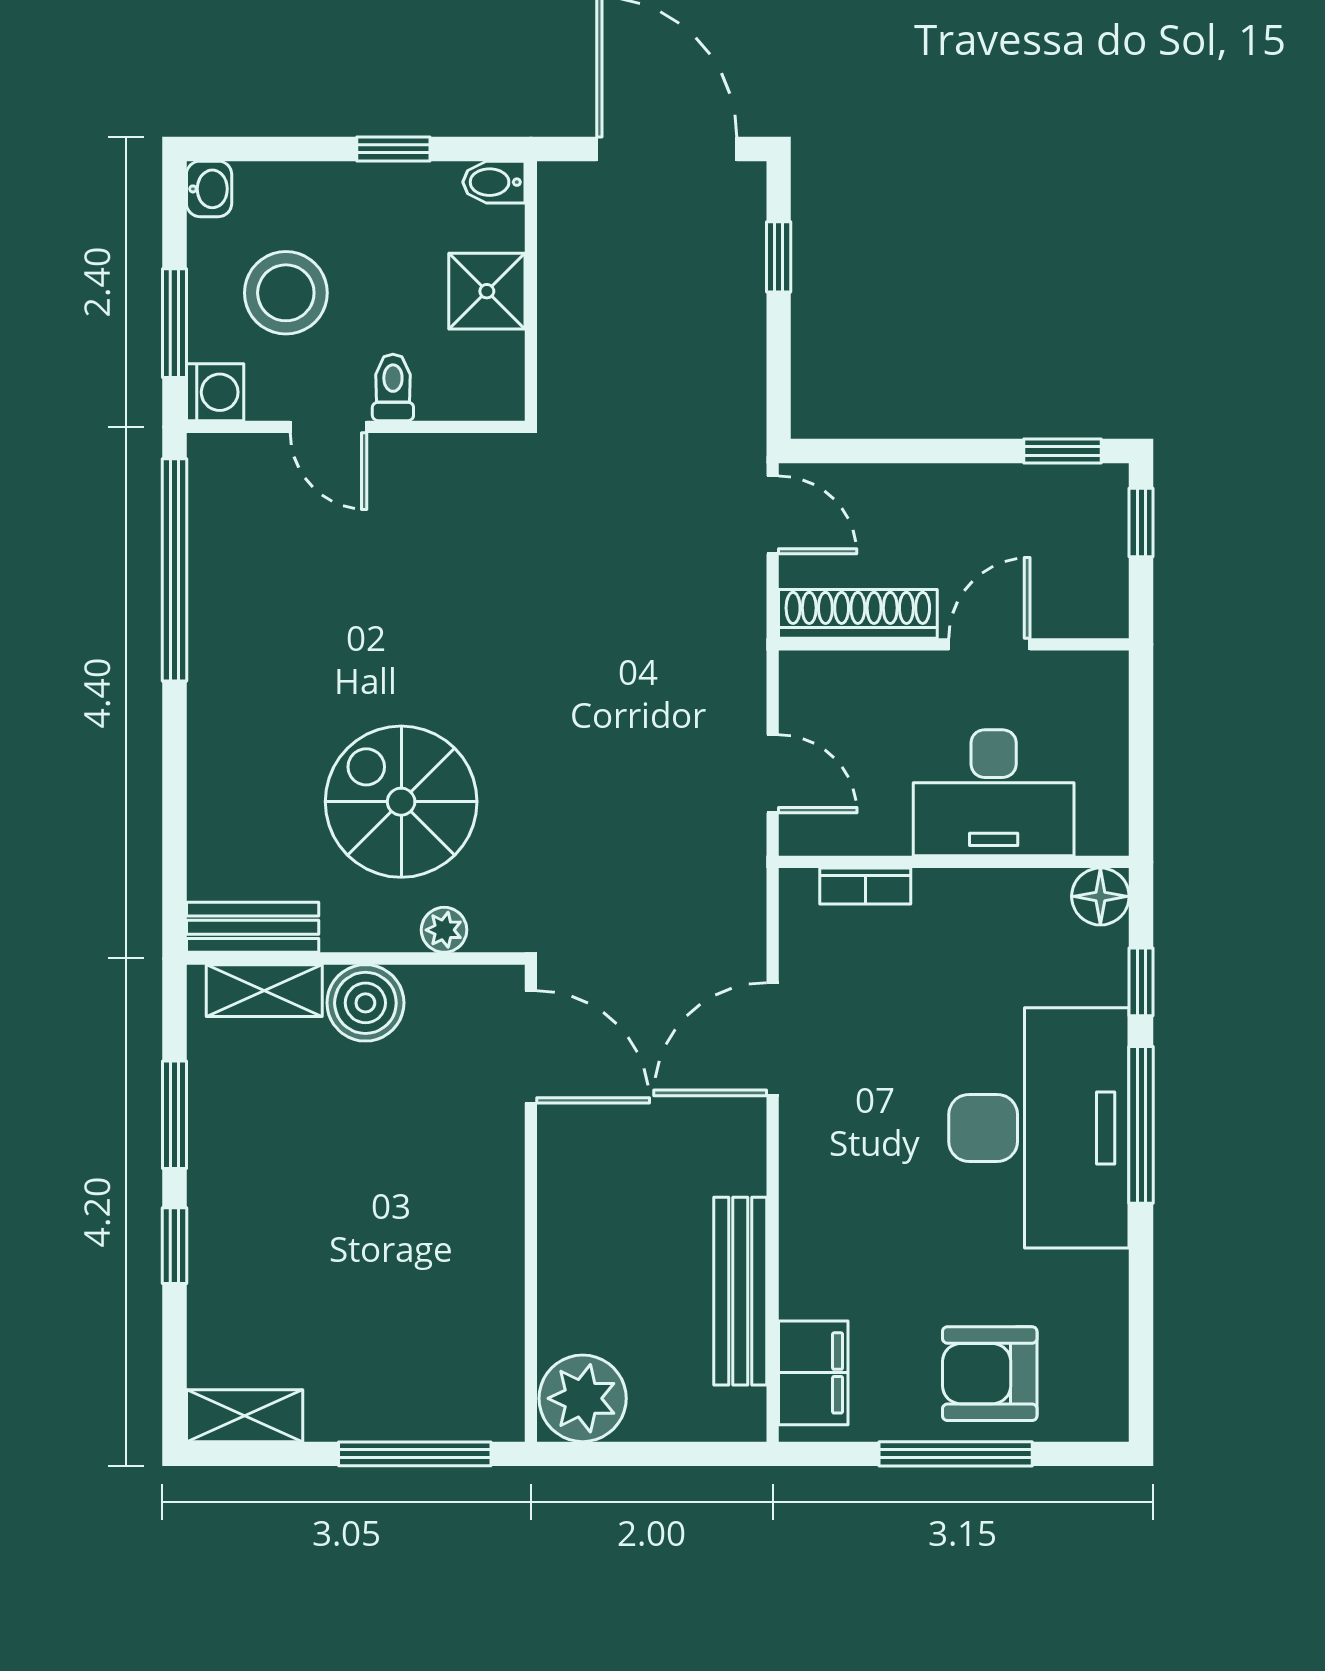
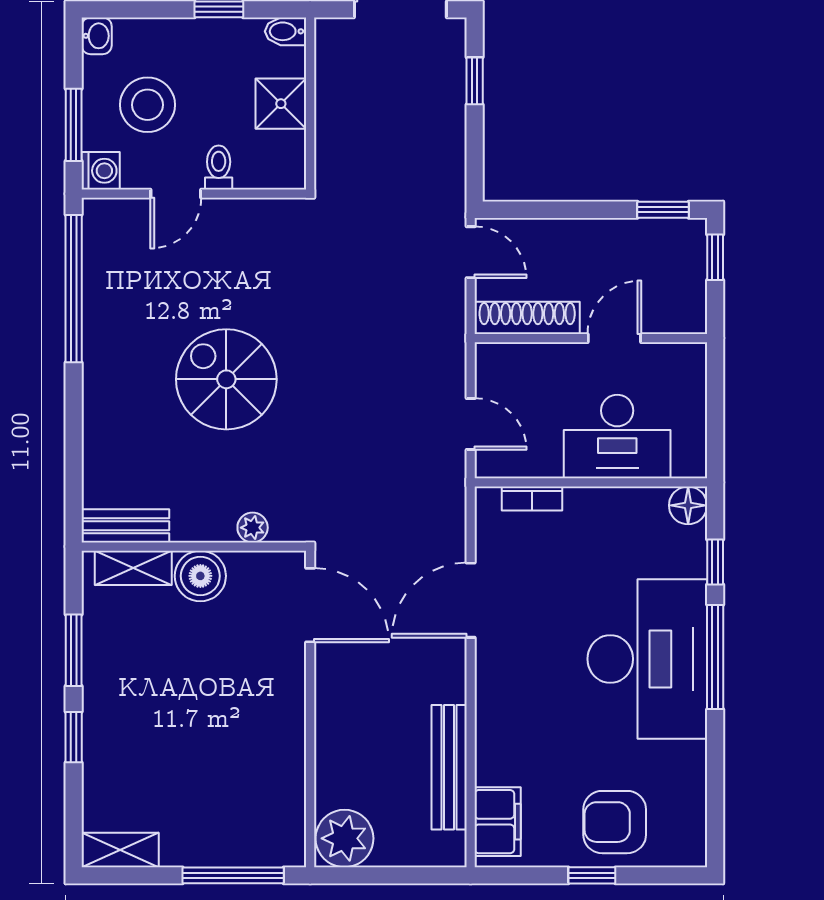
door: (329, 427) -> (176, 194), hinge flipped
spiral stairs: (401, 802) -> (226, 379), moved
window: (956, 1454) -> (592, 875), width x0.46

